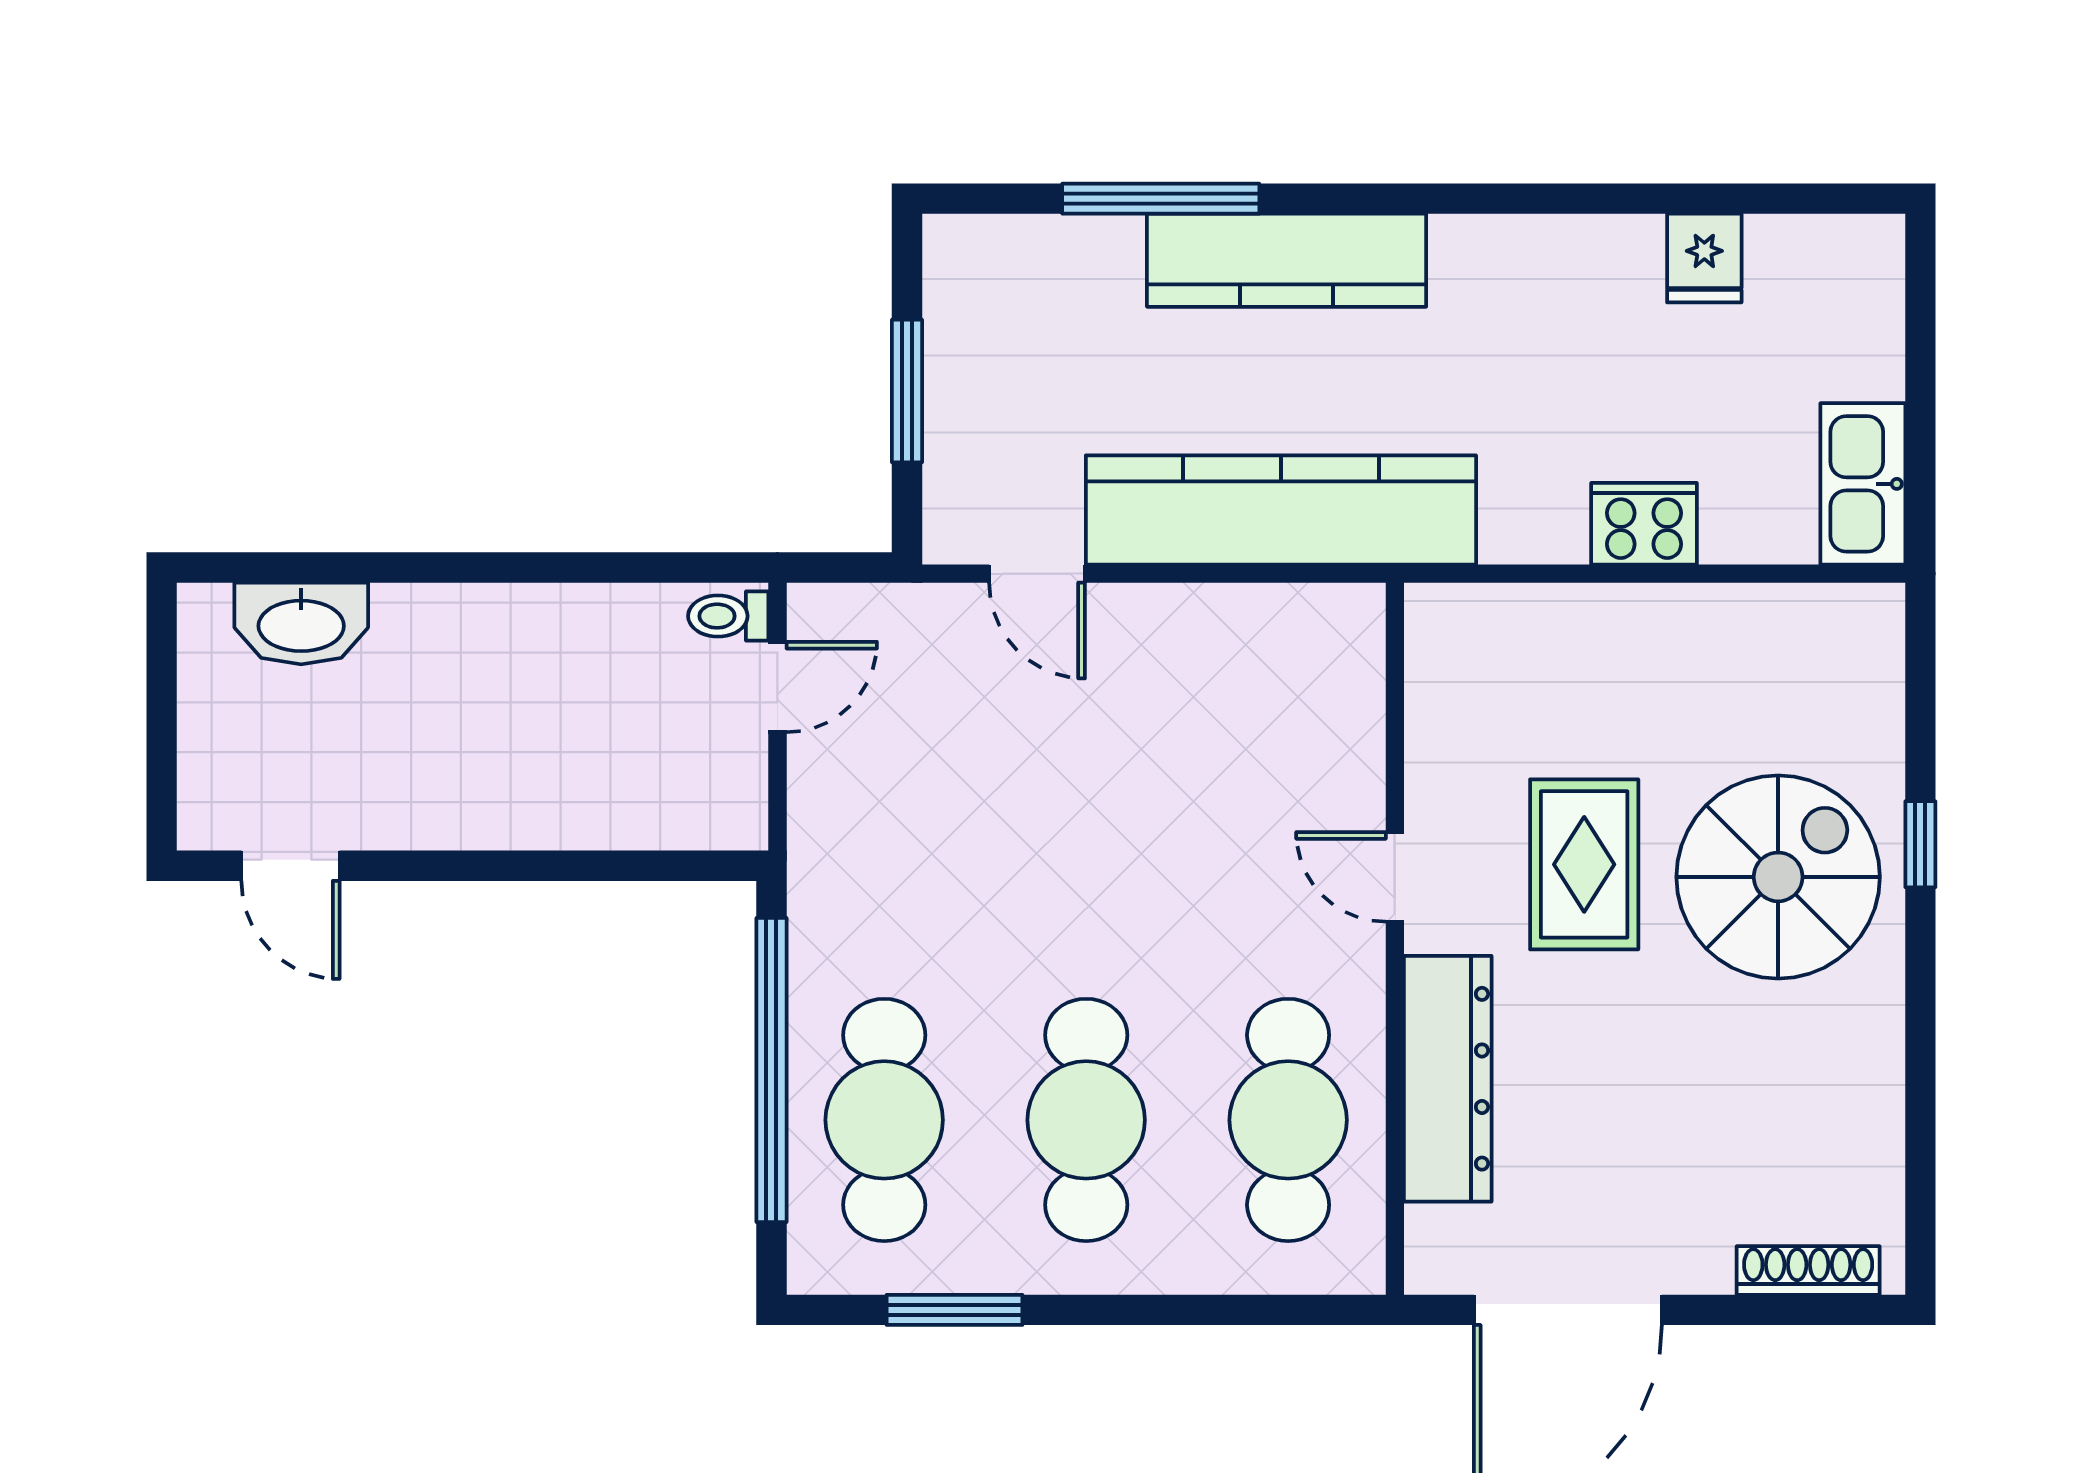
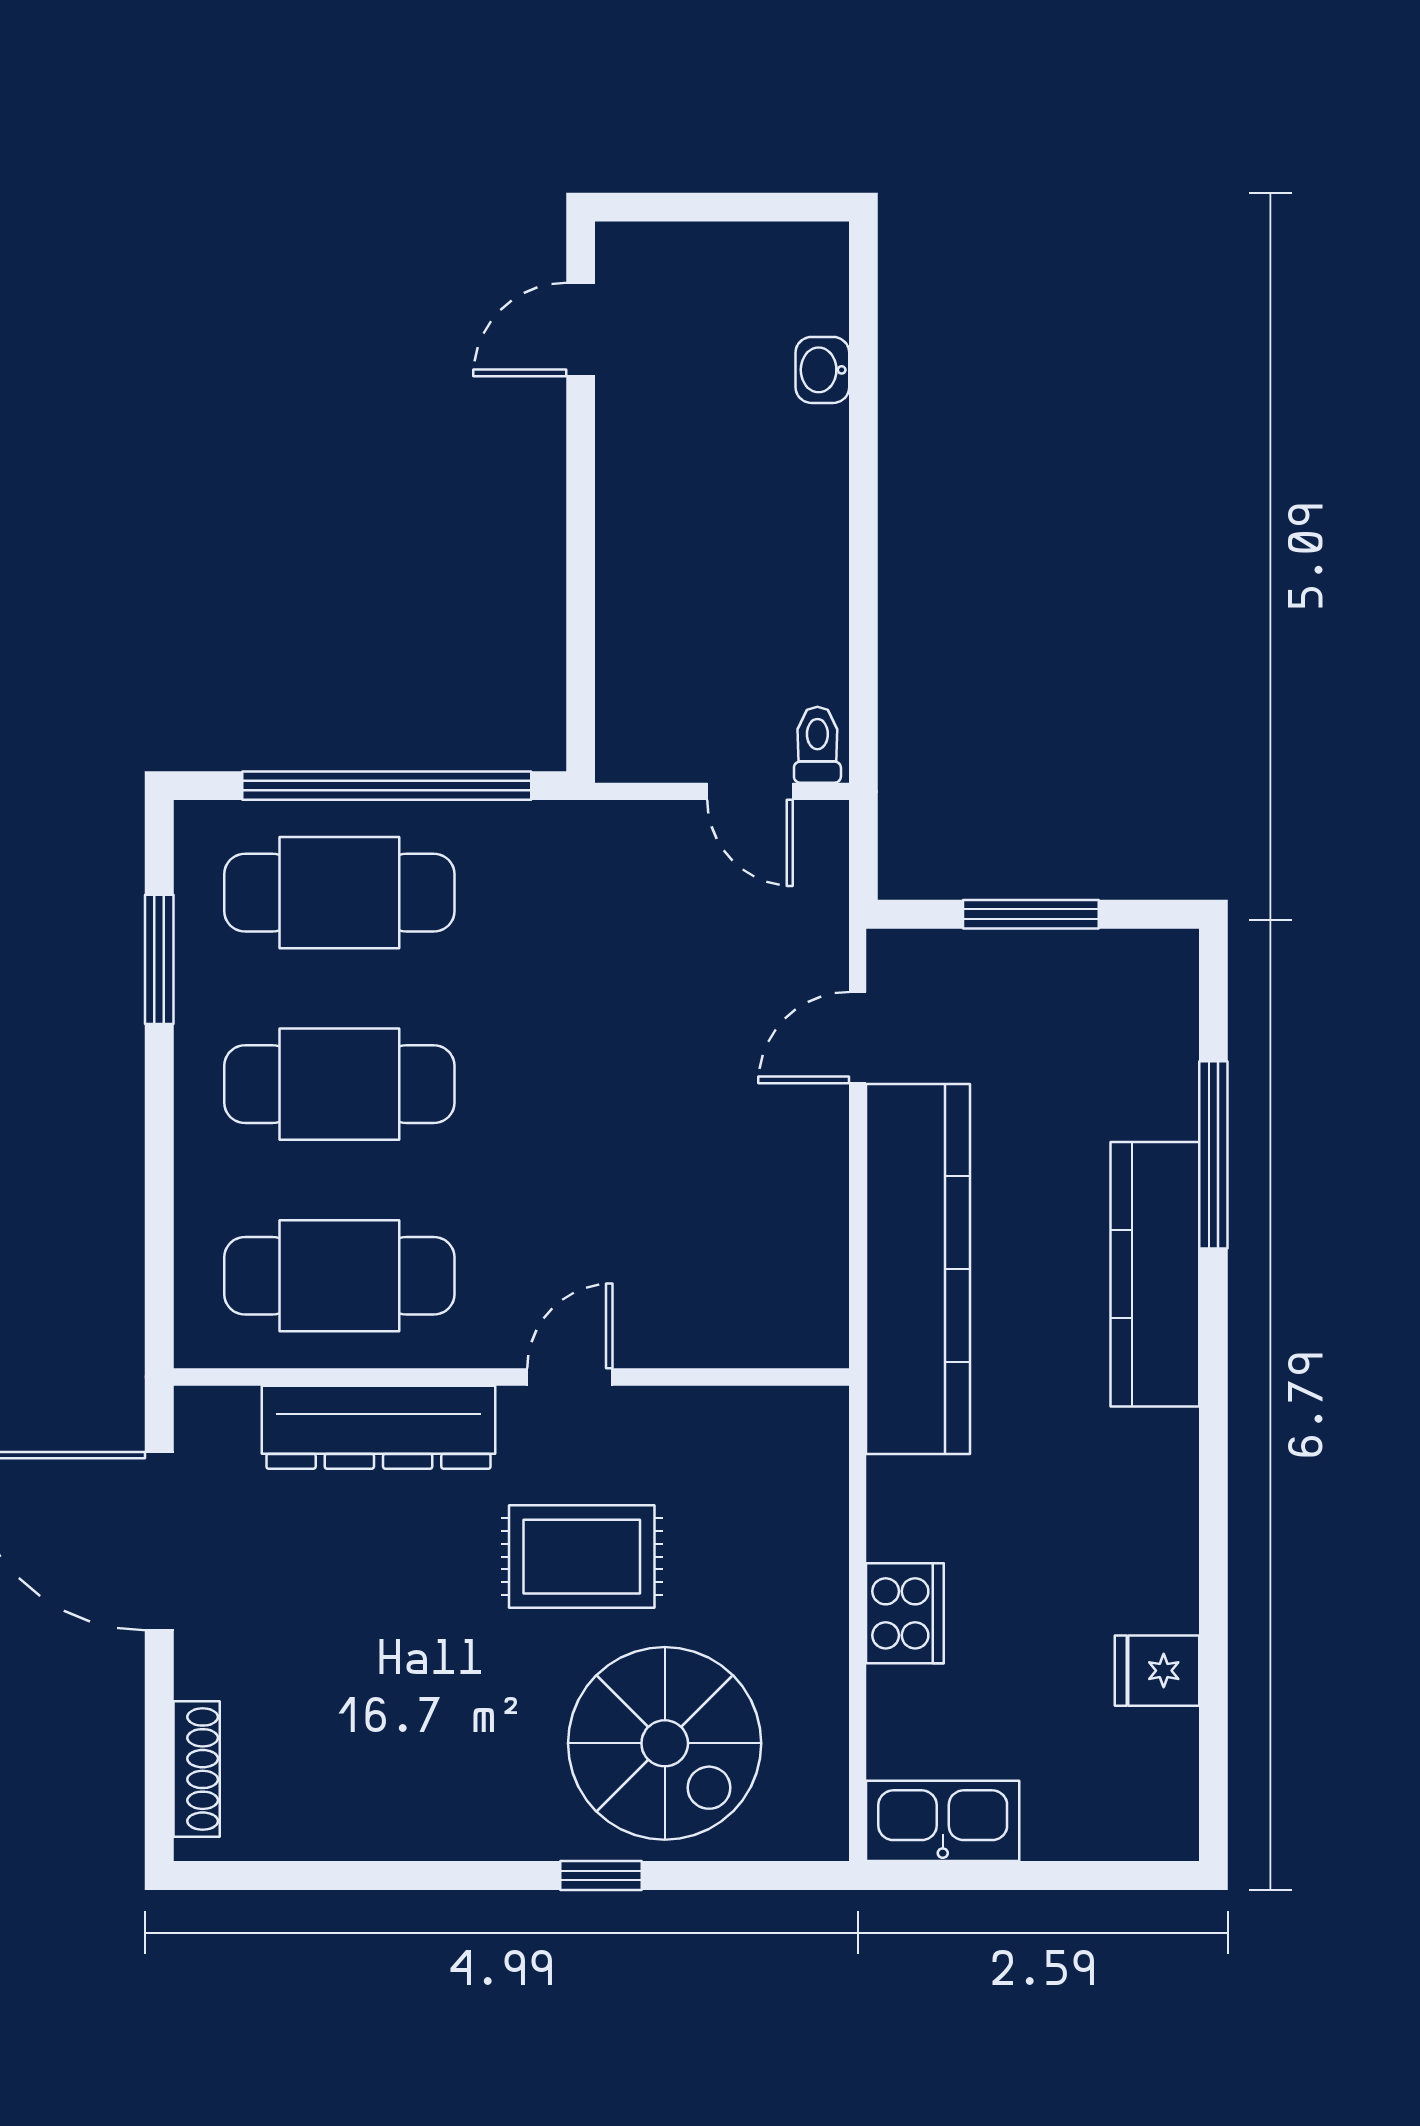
washbasin: (301, 623) -> (822, 370), width x0.52, depth x0.69
spiral stairs: (1778, 877) -> (665, 1743), moved

